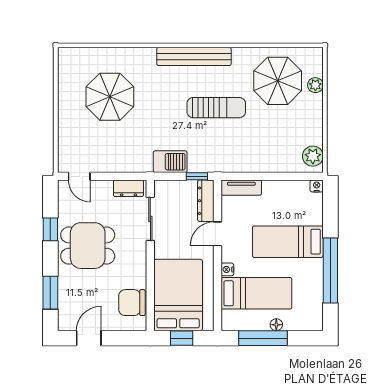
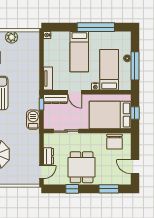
plant: (313, 156) -> (12, 37), moved
dresser: (128, 188) -> (48, 156), moved

